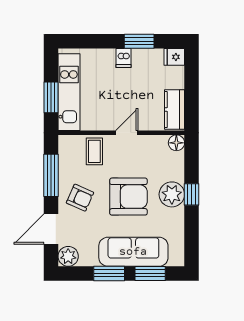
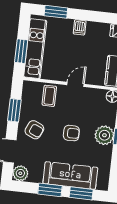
window: (139, 41) -> (56, 12), moved
window: (51, 175) -> (14, 110), width x0.69
armchair: (128, 197) -> (71, 133), width x0.53, depth x0.53

